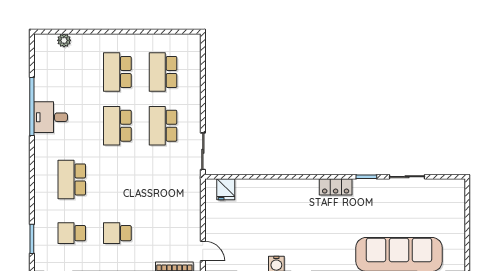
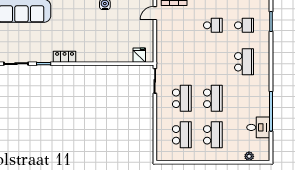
desk: (51, 117) -> (258, 127), moved
door: (203, 251) -> (155, 13), hinge flipped

